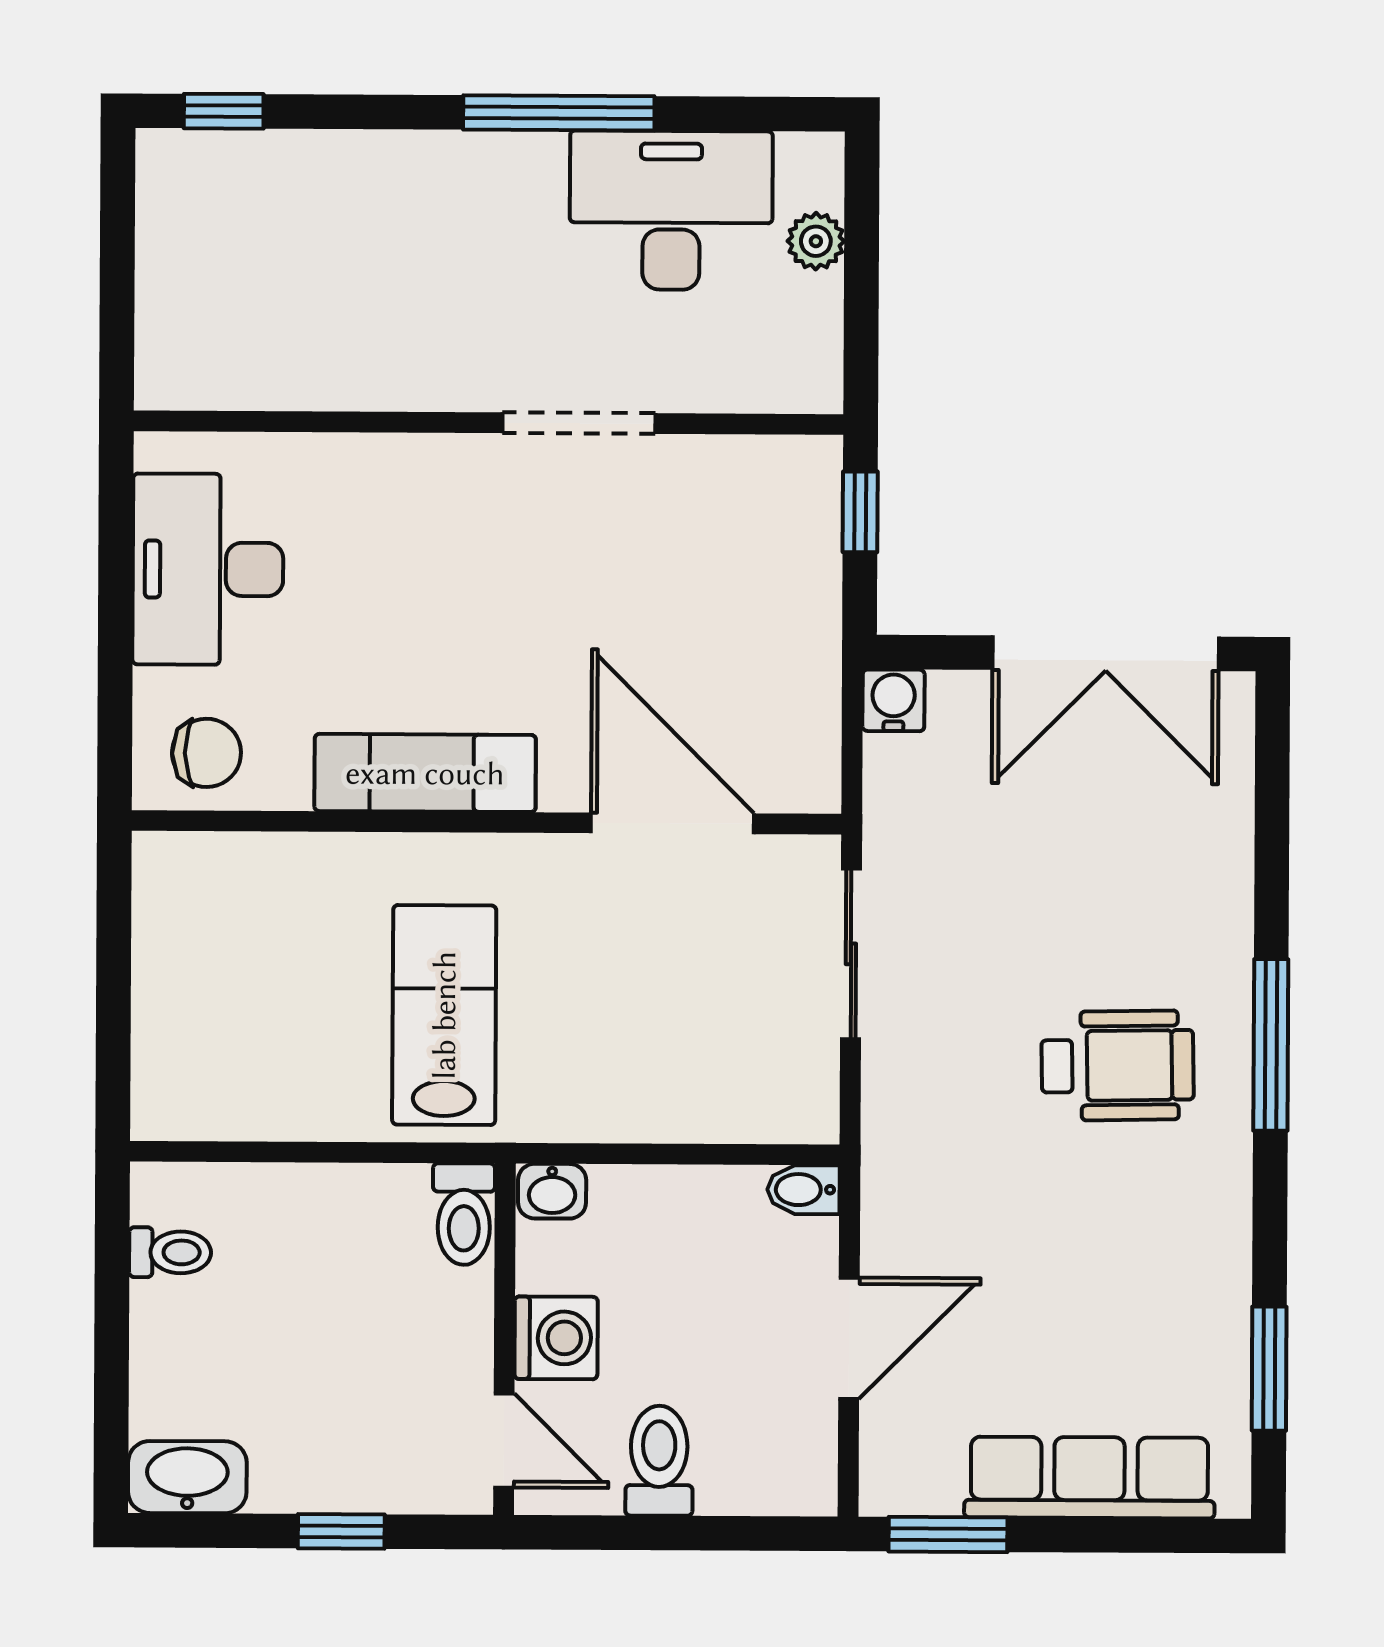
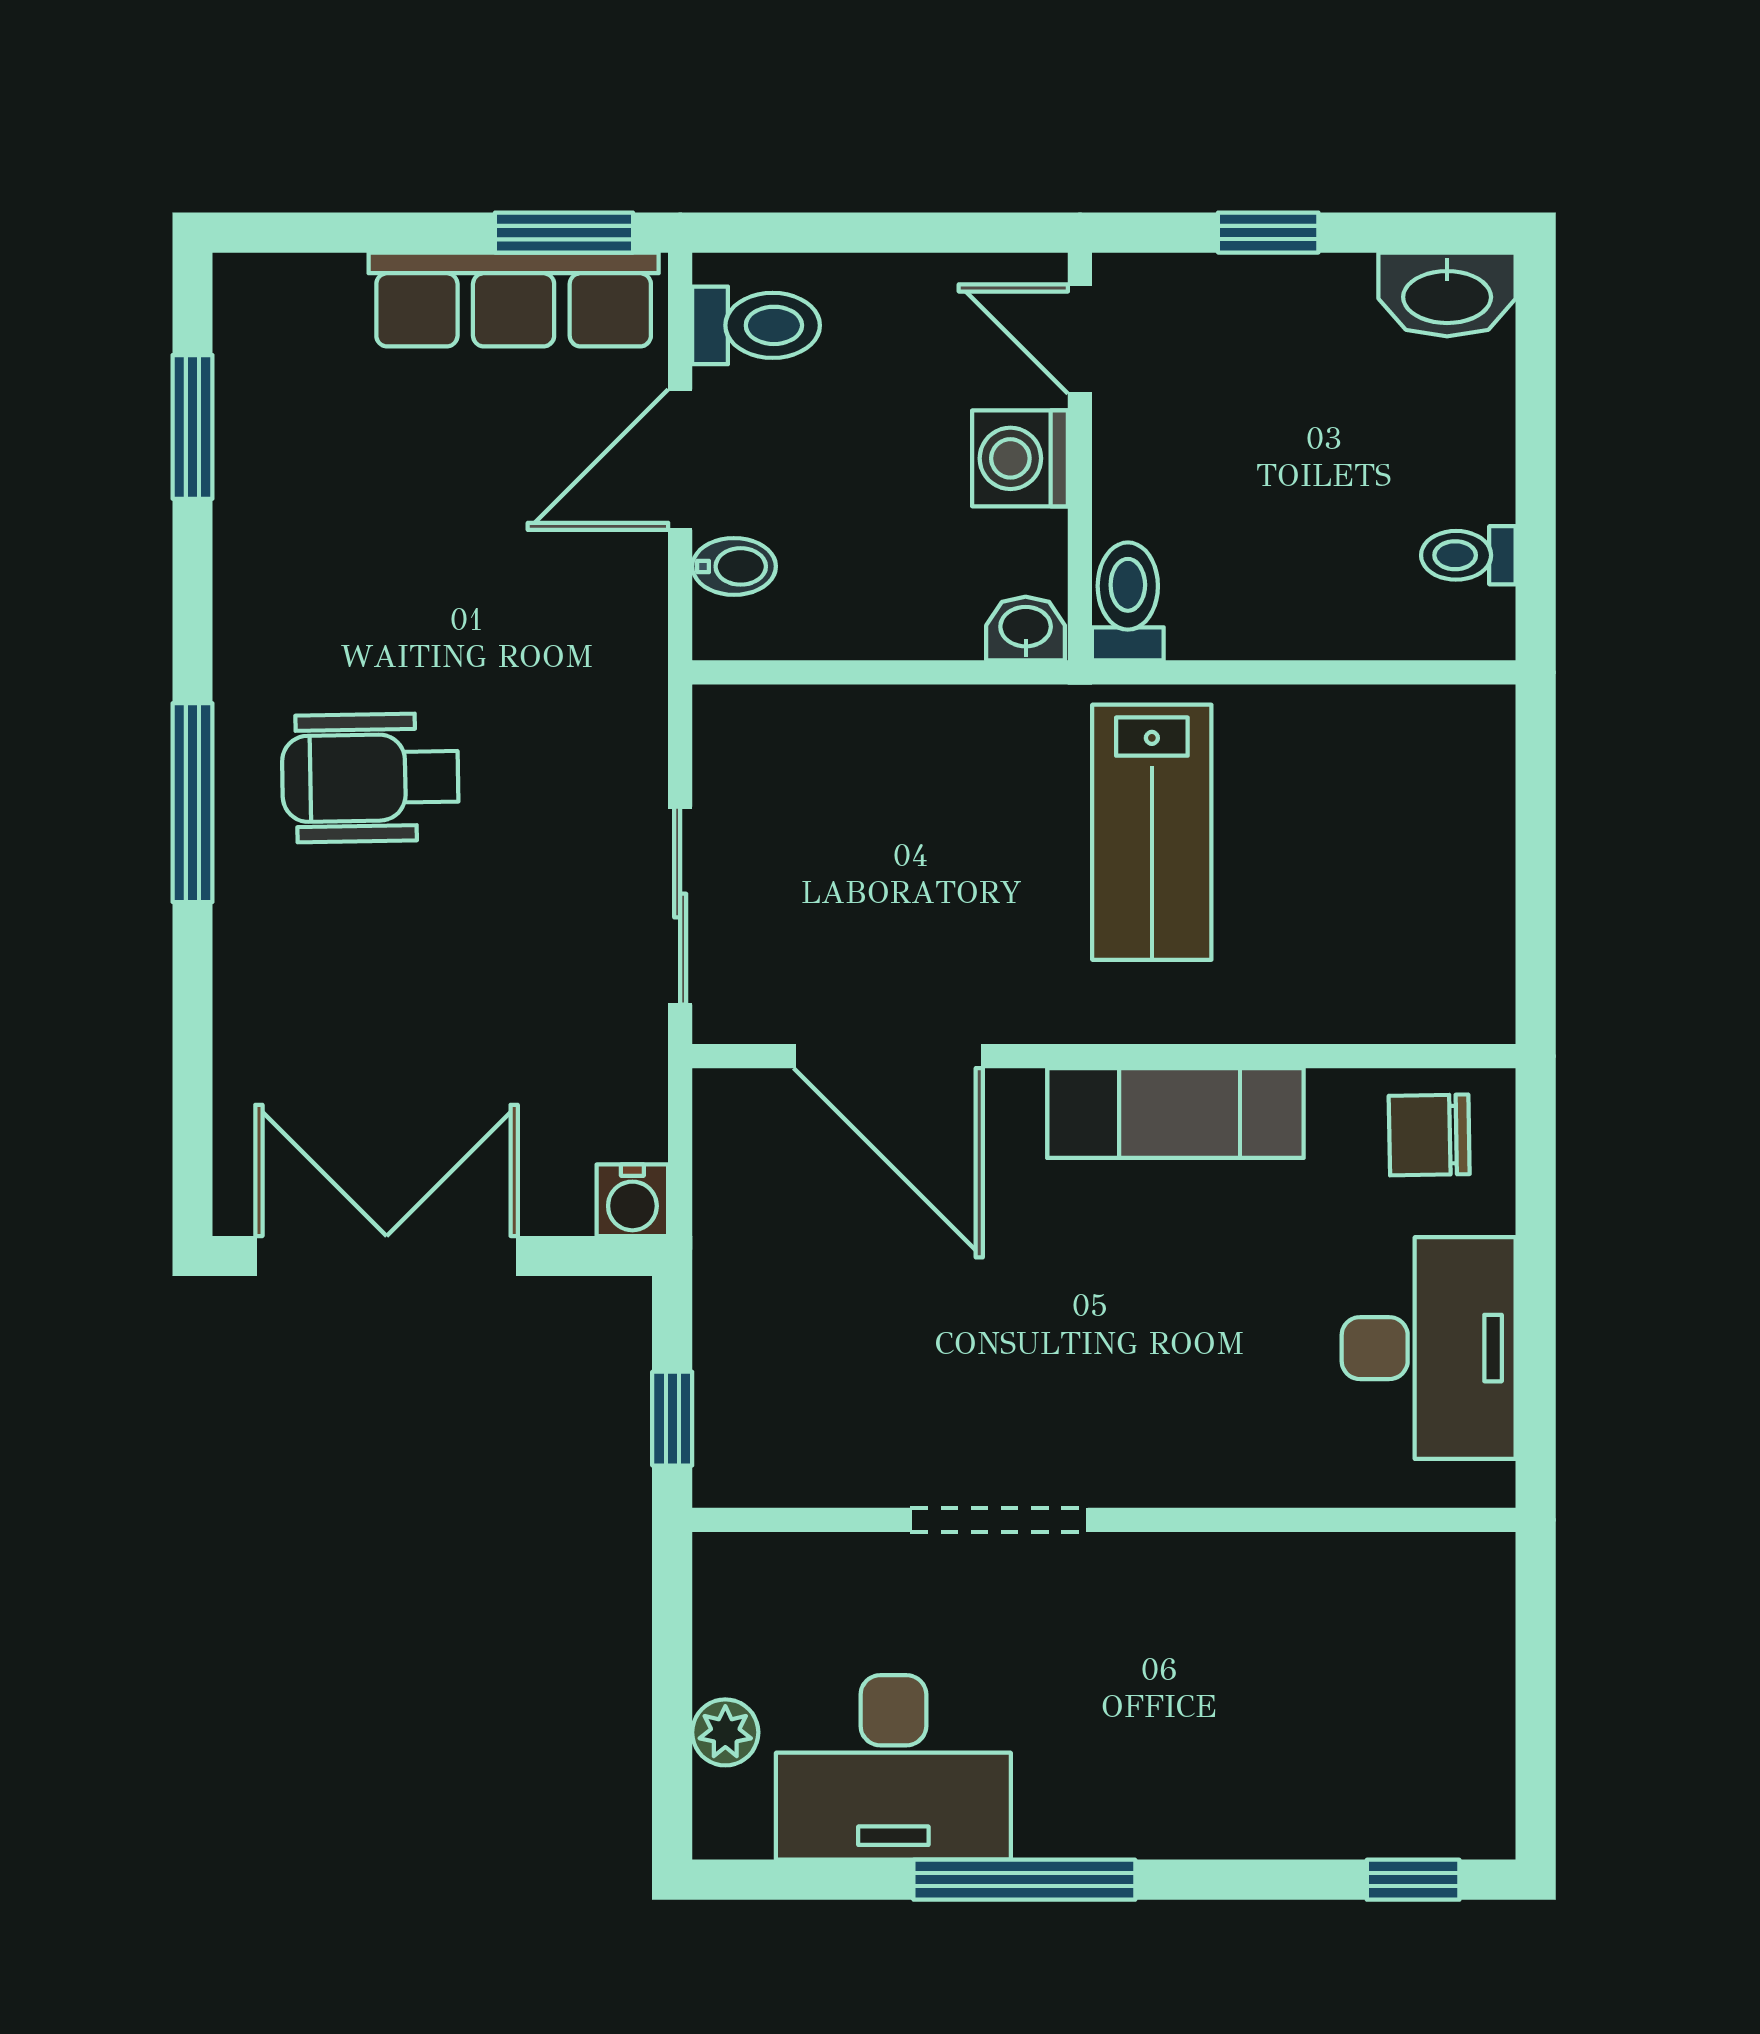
bidet: (803, 1190) -> (734, 566), moved
toilet: (659, 1461) -> (756, 325), moved, turned -90
row of seats: (1089, 1478) -> (514, 300), moved

